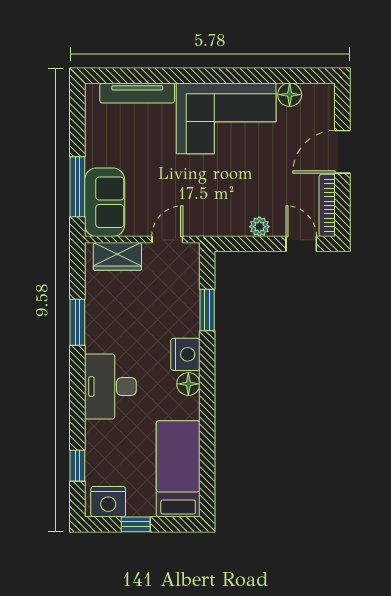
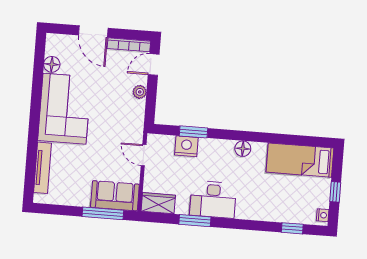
wardrobe: (117, 256) -> (158, 203), moved, turned -90
nightstand: (185, 354) -> (186, 146), moved
desk: (110, 387) -> (213, 200), moved
nightstand: (108, 502) -> (323, 215), width x0.53, depth x0.56

